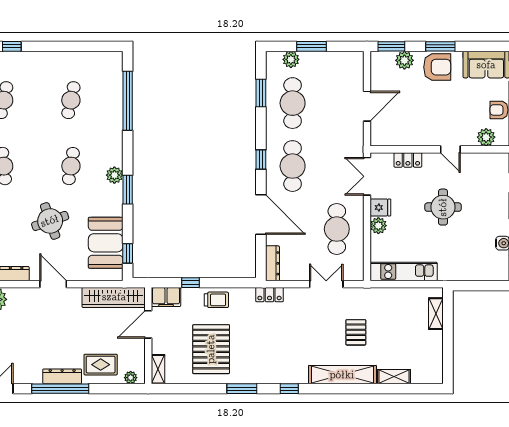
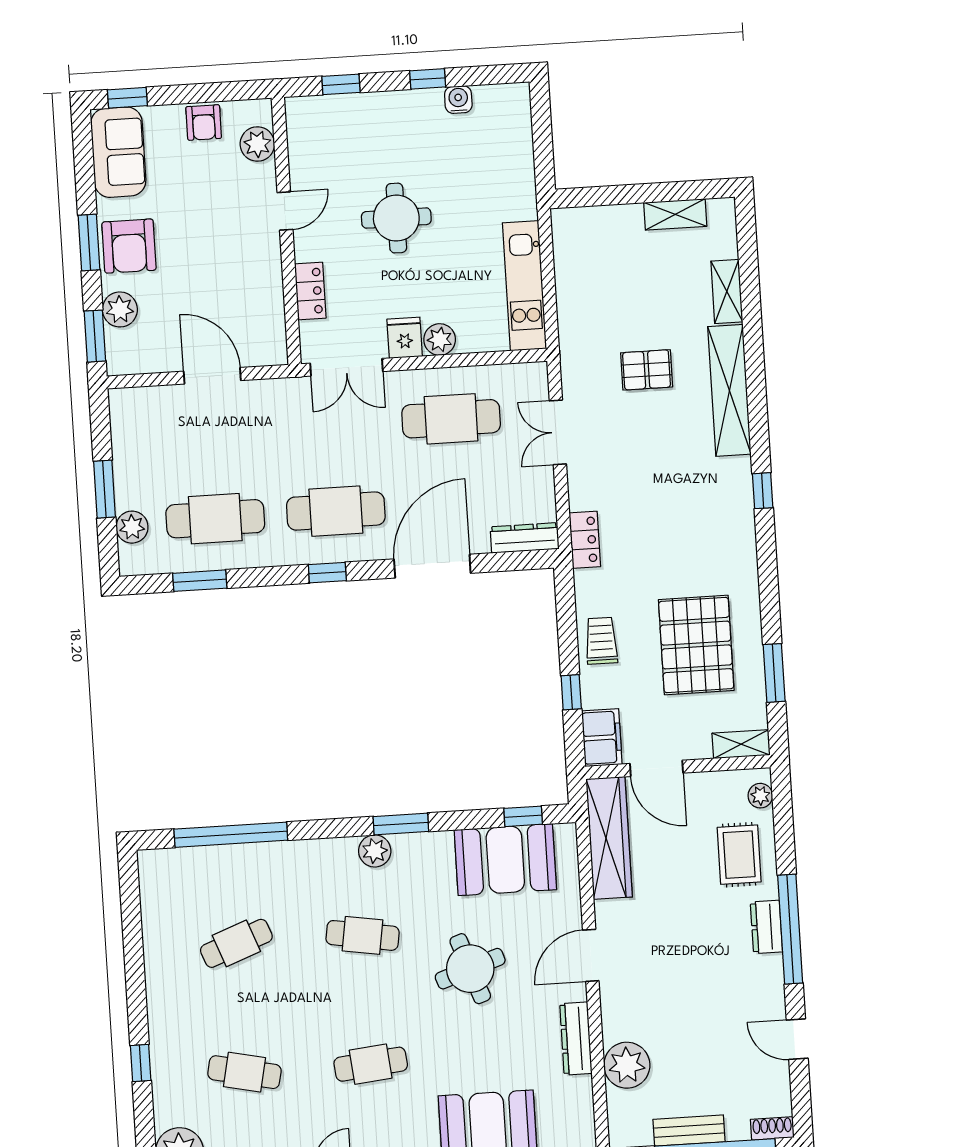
armchair: (437, 67) -> (129, 246), turned 180
cafe table: (71, 100) -> (236, 943), turned -33
shelving: (436, 314) -> (675, 214), moved
pallet: (211, 349) -> (696, 645), turned 90
dresser: (62, 376) -> (766, 927), width x0.70
window: (242, 389) -> (774, 673), moved

